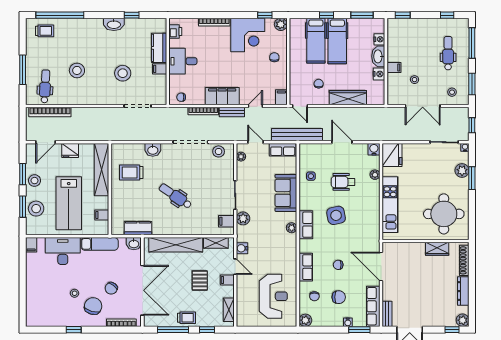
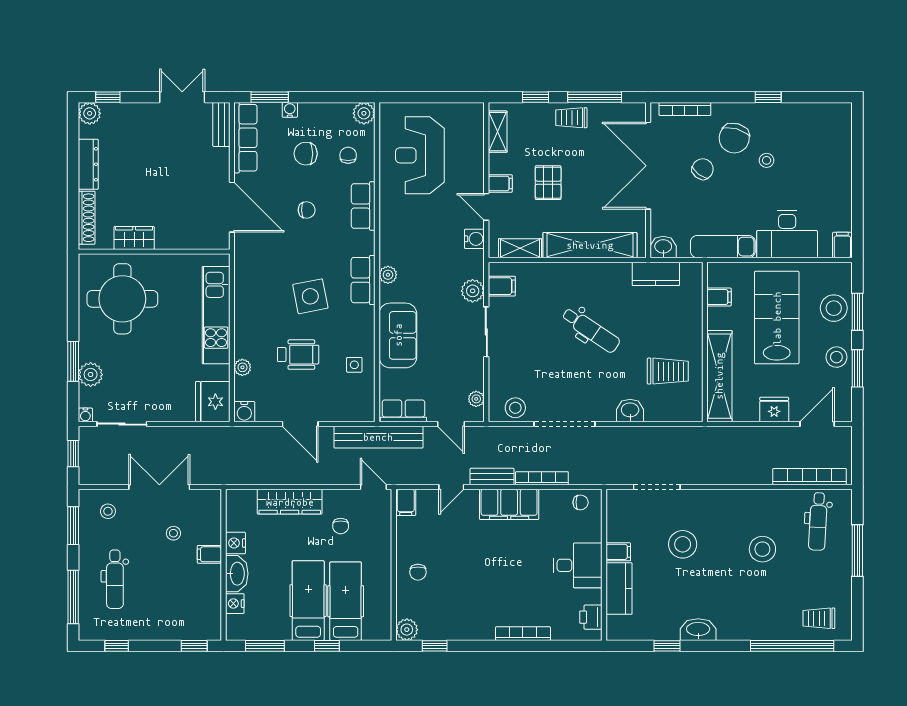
corner desk: (248, 35) -> (465, 611), removed

